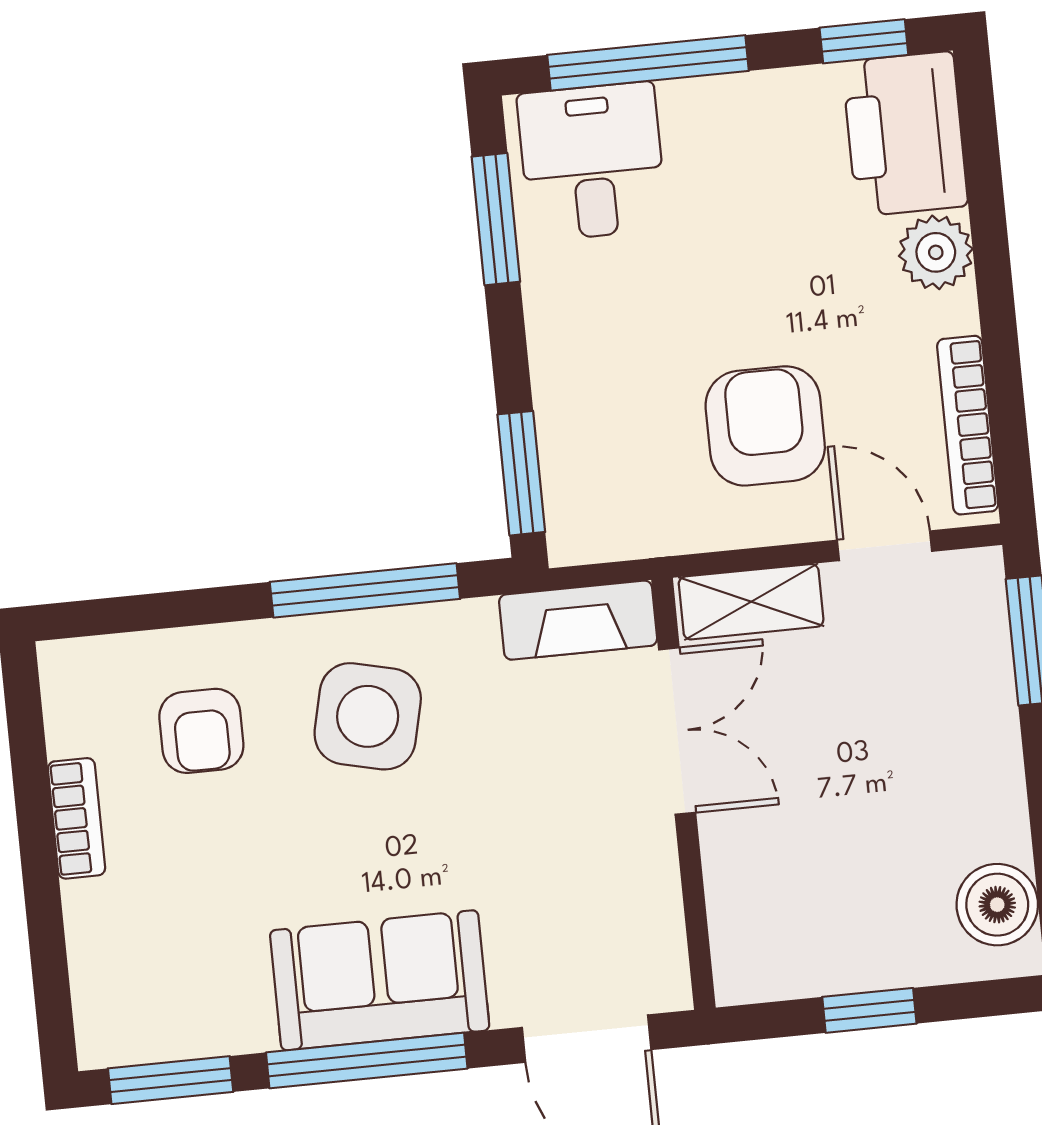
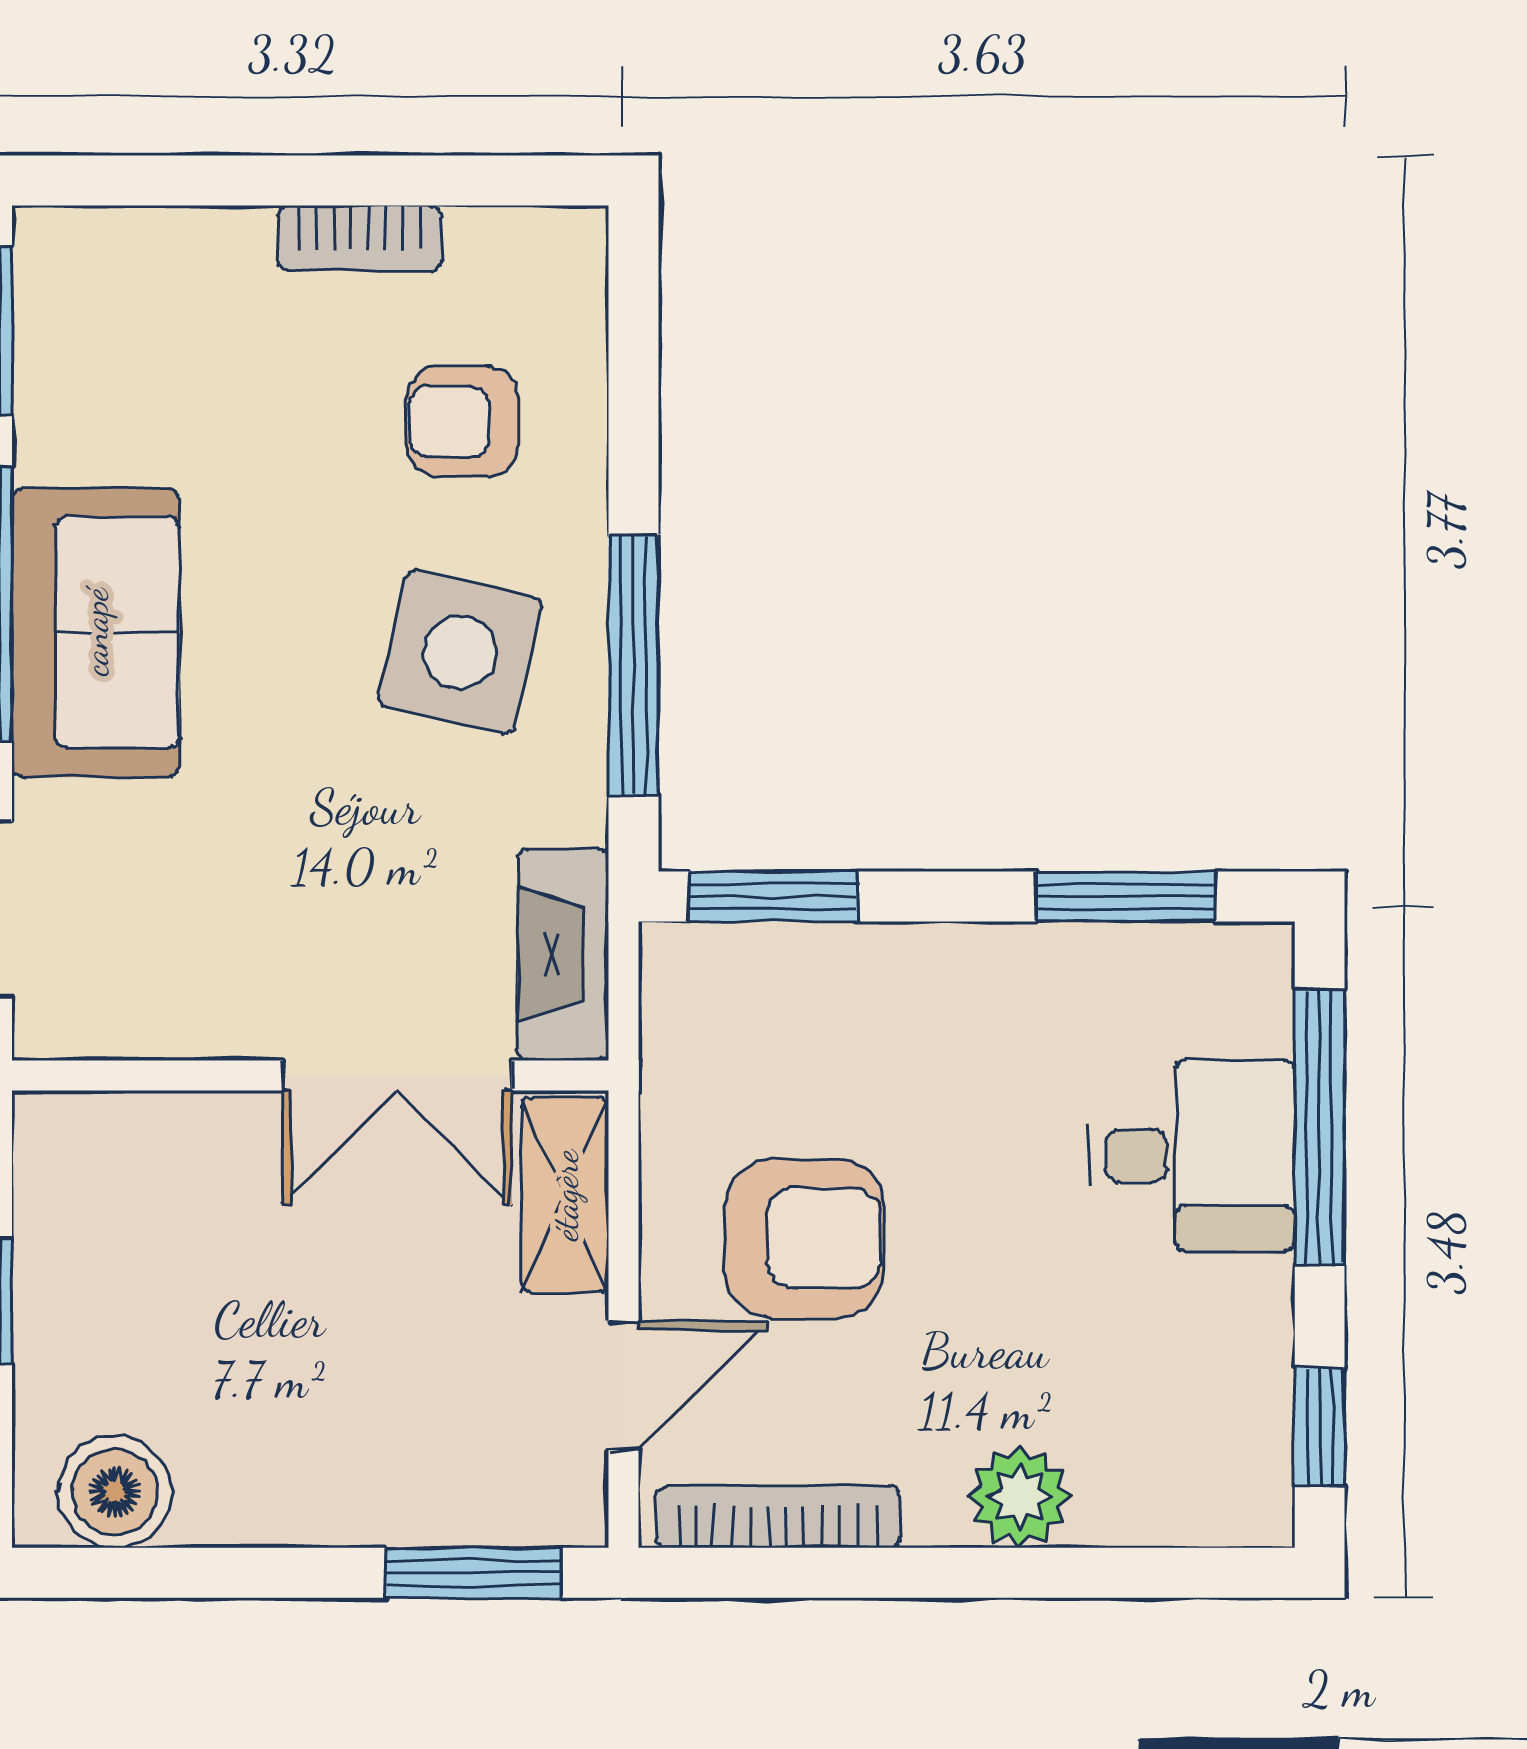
printer: (905, 134) -> (1187, 1470), removed
desk: (592, 162) -> (1192, 1156), moved

